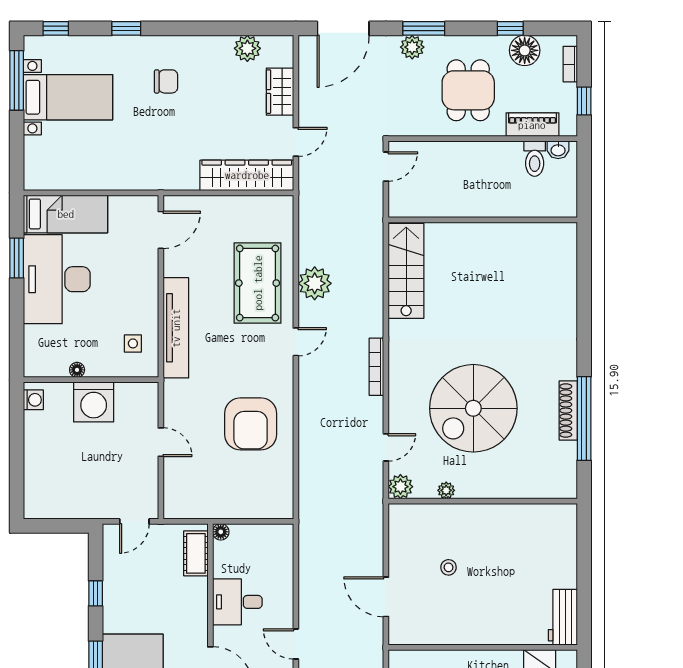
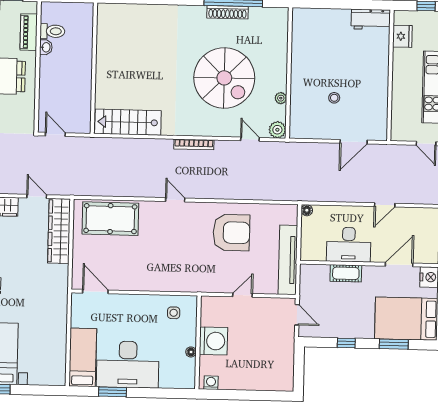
washbasin: (558, 150) -> (46, 47), moved
pool table: (258, 283) -> (110, 219), moved
plant: (315, 283) -> (135, 186), removed
tv unit: (176, 328) -> (288, 260), moved, turned -90
floor lamp: (221, 532) -> (307, 210), moved
cot: (196, 553) -> (346, 273), moved
desk: (237, 602) -> (349, 245), width x1.37

